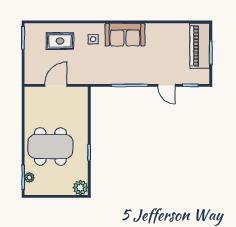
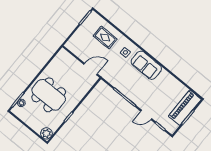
door: (56, 85) -> (90, 69), moved
door: (166, 85) -> (146, 115), hinge flipped

